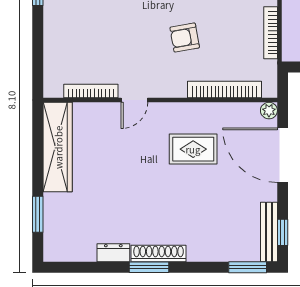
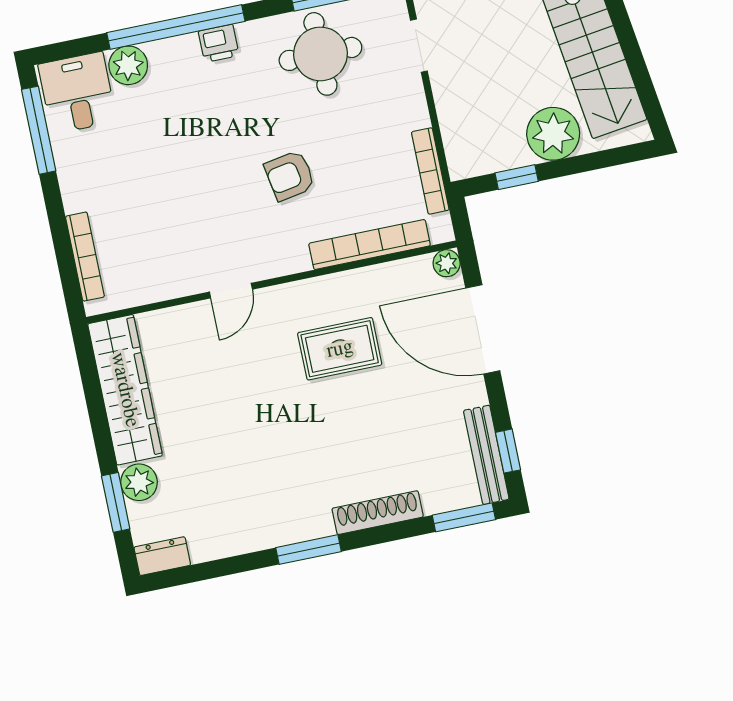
bookcase: (271, 33) -> (430, 171), moved
bookcase: (91, 91) -> (85, 257), moved, turned 90
plant: (54, 205) -> (139, 482), added
dresser: (113, 253) -> (162, 556), moved
shoe rack: (159, 253) -> (378, 513), moved

